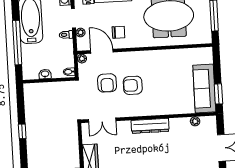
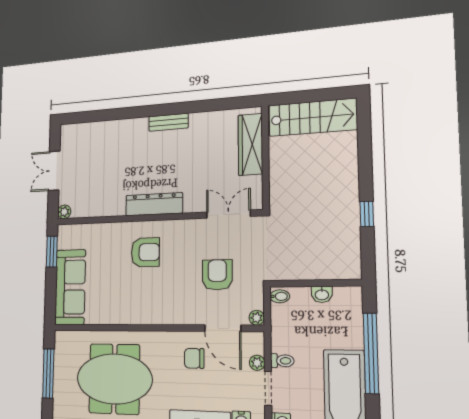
armchair: (133, 85) -> (145, 252), moved
sofa: (204, 89) -> (70, 287), moved
plant: (195, 121) -> (64, 212), moved
window: (22, 131) -> (367, 214), moved

